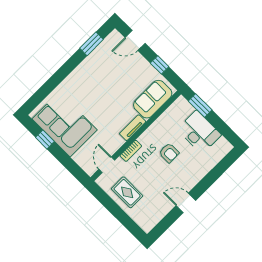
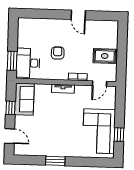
window: (91, 44) -> (55, 161), moved
sofa: (153, 99) -> (24, 99), moved, turned -90
desk: (199, 132) -> (28, 63), moved
rug: (127, 192) -> (105, 56), turned 90

